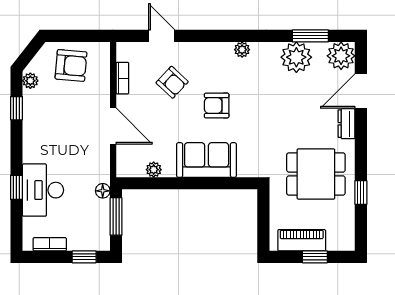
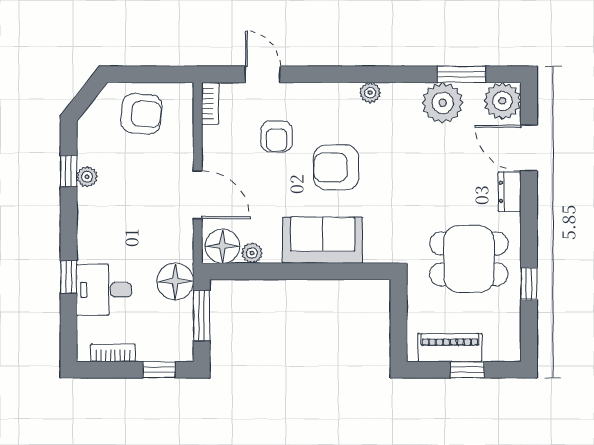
bookcase: (122, 78) -> (210, 103), moved
plant: (30, 81) -> (87, 177), moved
armchair: (172, 82) -> (277, 136), turned 47
door: (361, 91) -> (529, 148), hinge flipped
armchair: (217, 105) -> (336, 167), width x1.38, depth x1.38
floor lamp: (132, 164) -> (222, 246), added
desk: (43, 190) -> (104, 290), width x0.73
floor lamp: (103, 191) -> (175, 281), width x1.89, depth x1.89

